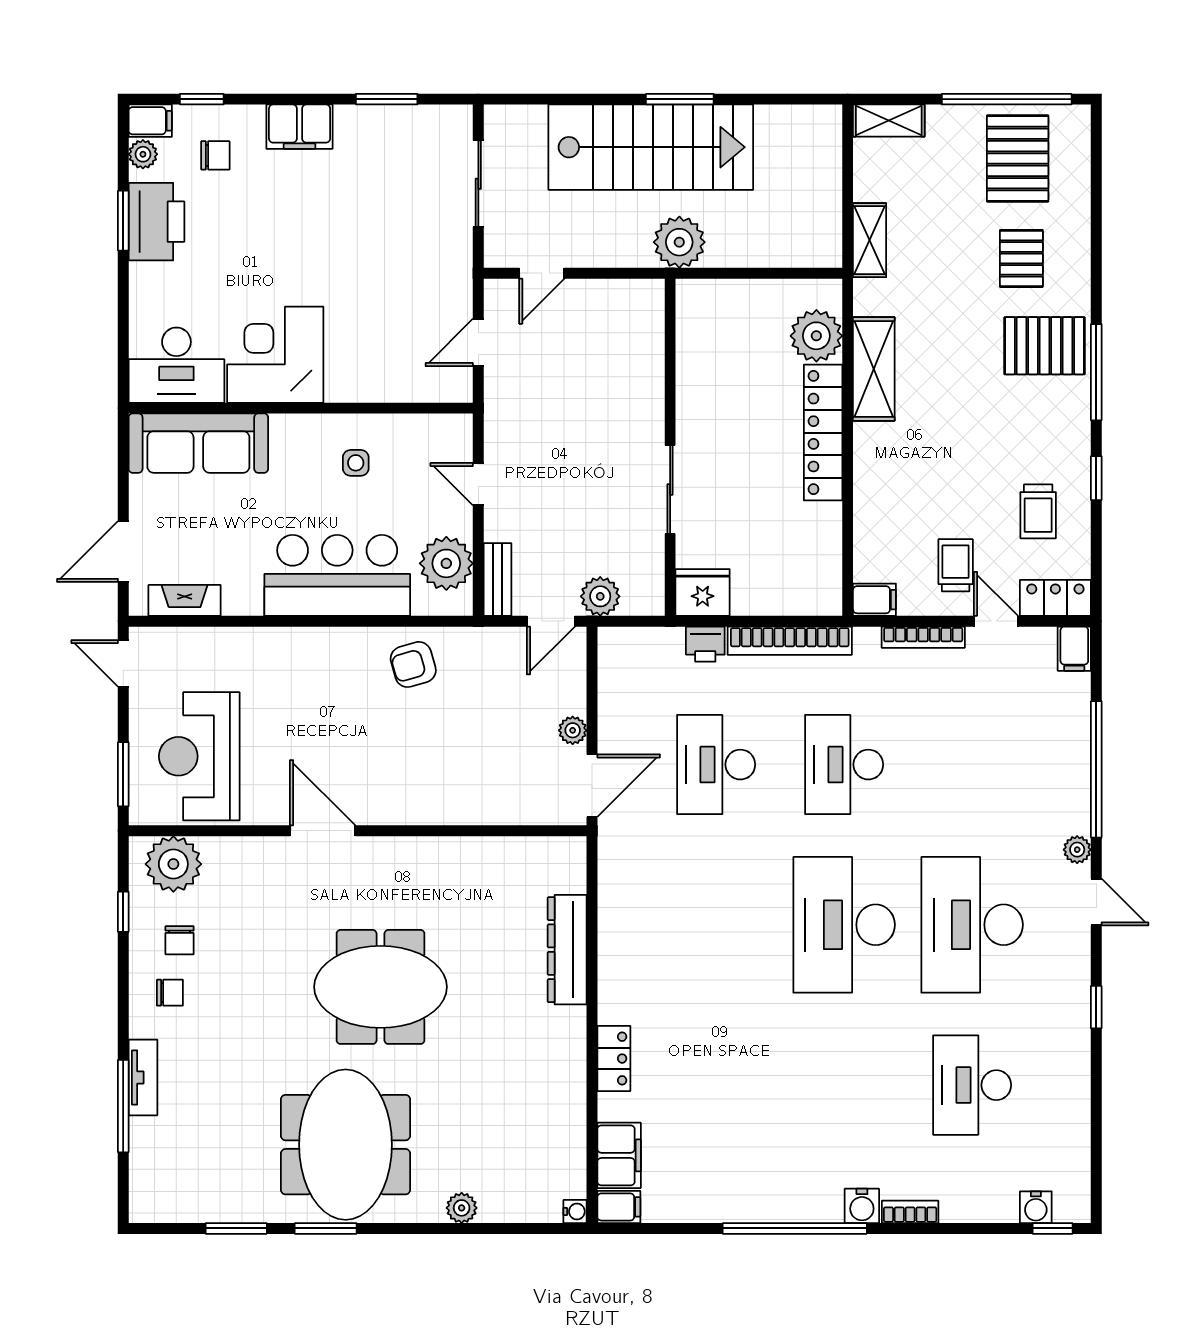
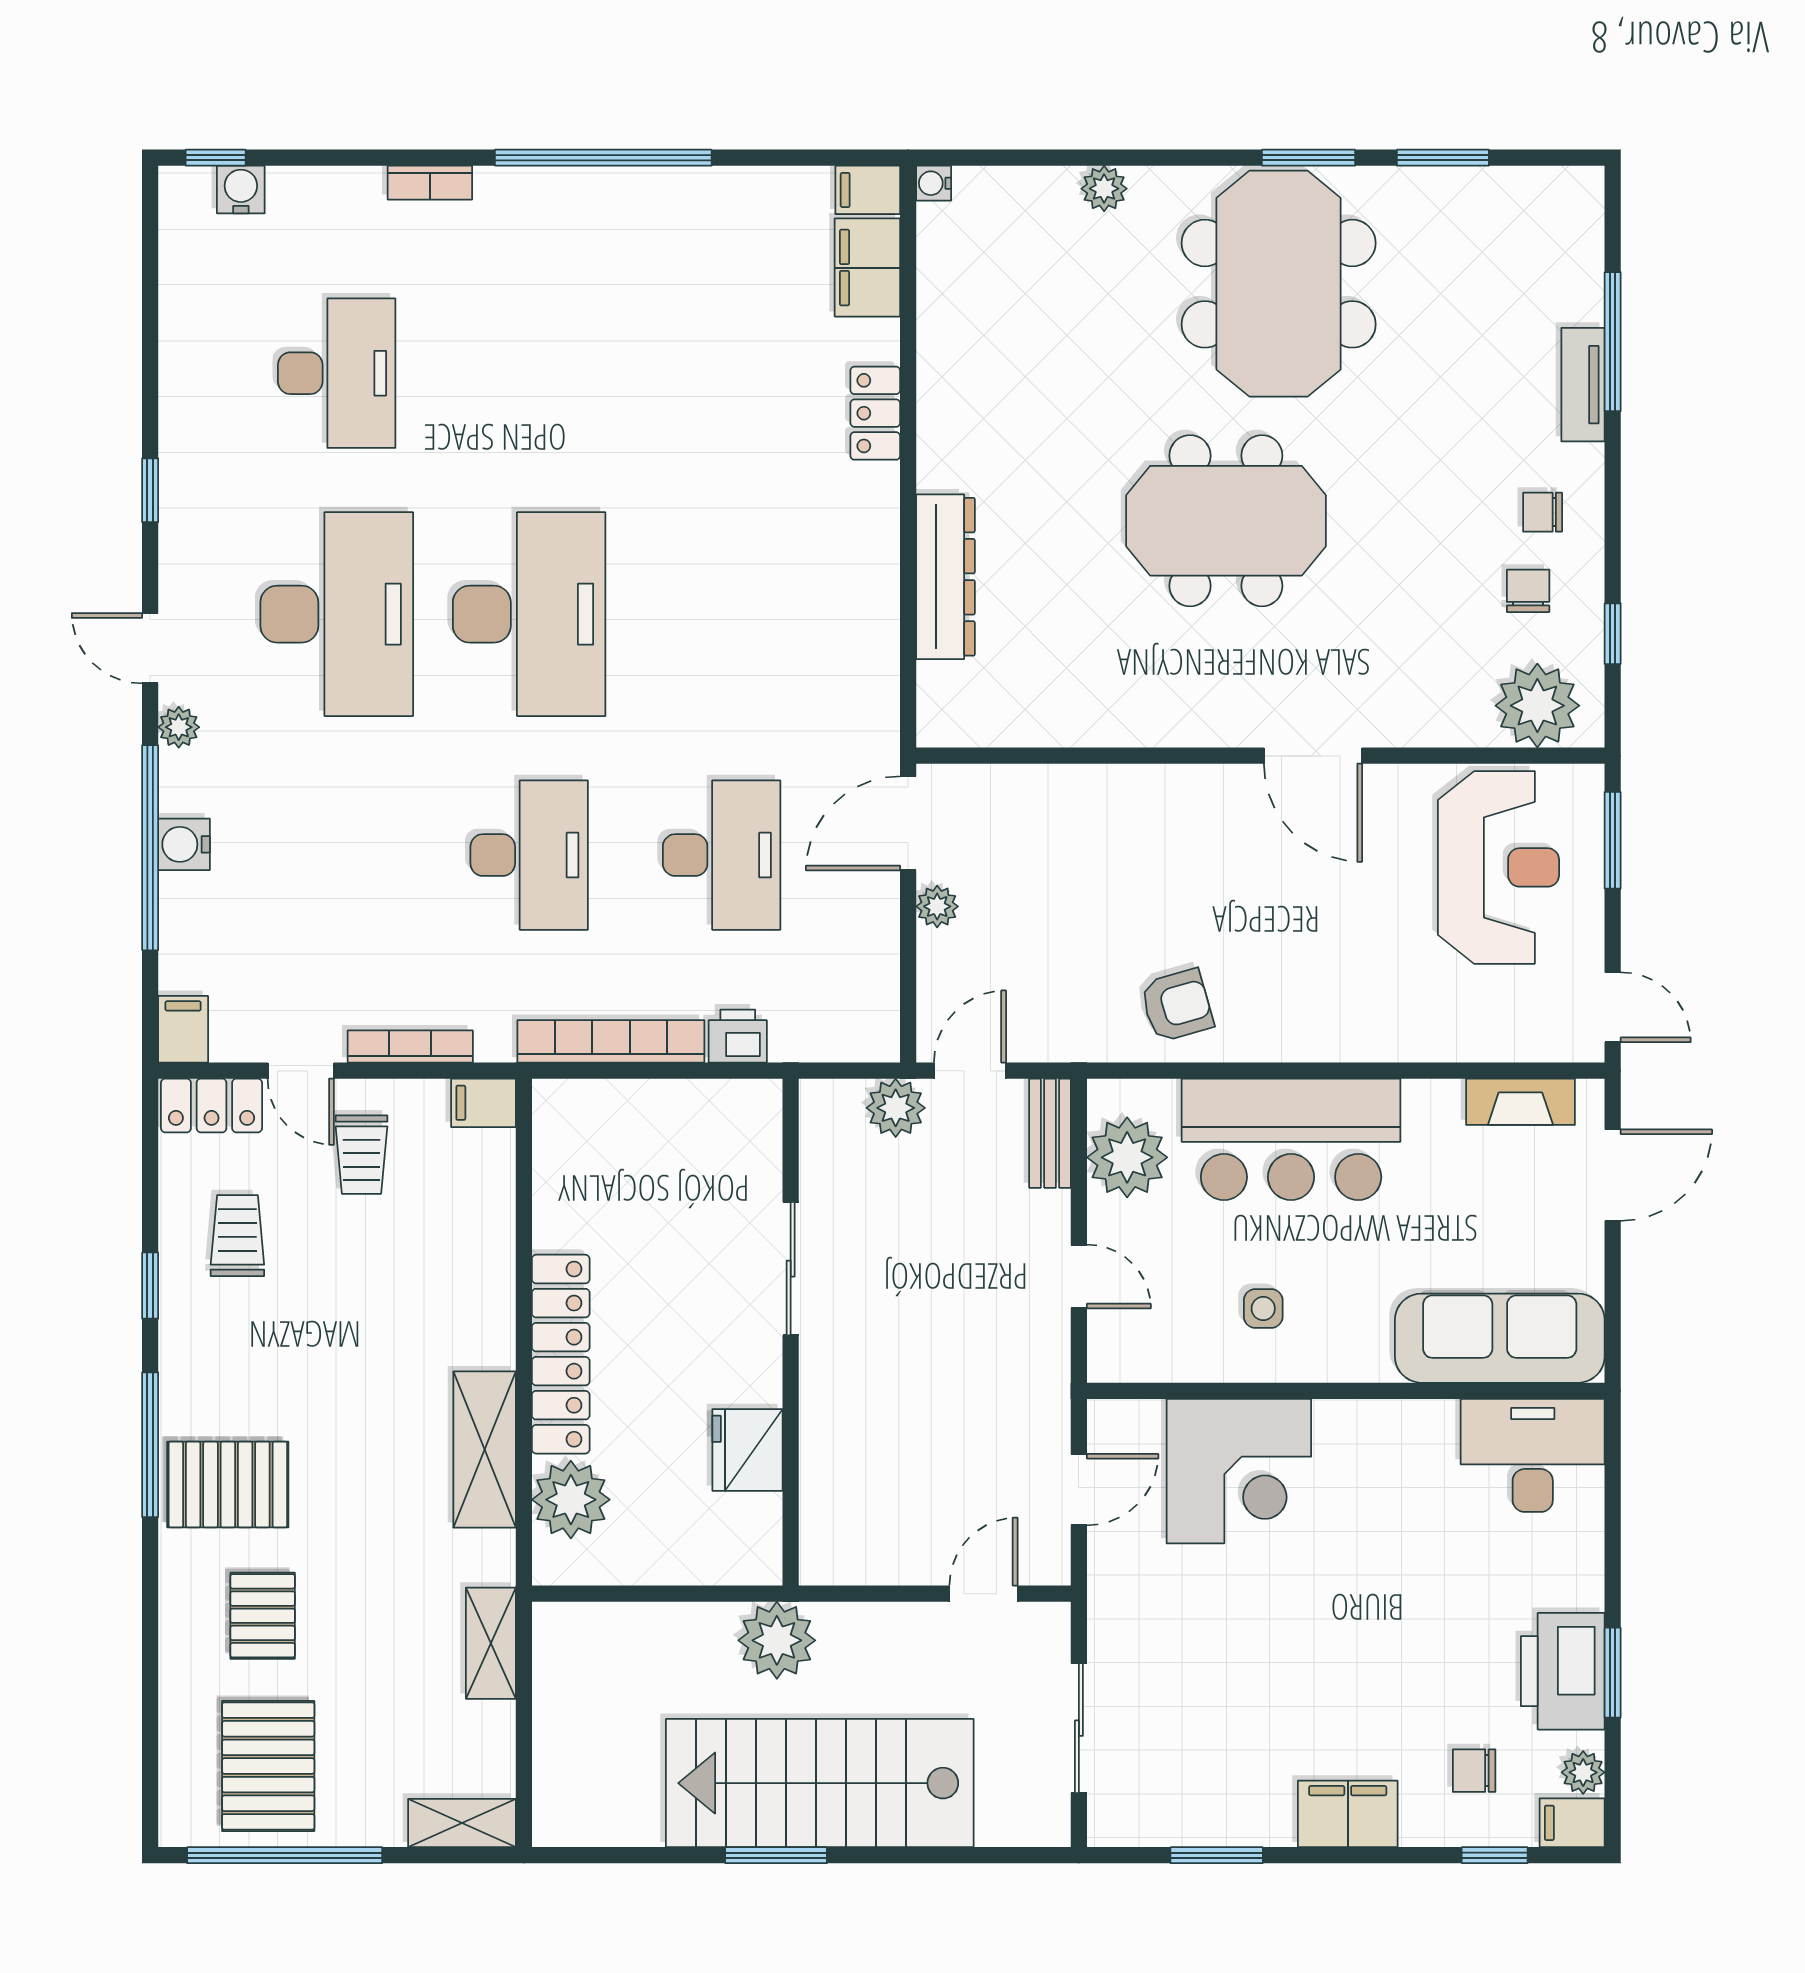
corner desk: (275, 355) -> (1239, 1471), moved
fridge: (703, 592) -> (748, 1450), moved, turned 90
water cooler: (862, 1206) -> (184, 844), moved, turned -90

